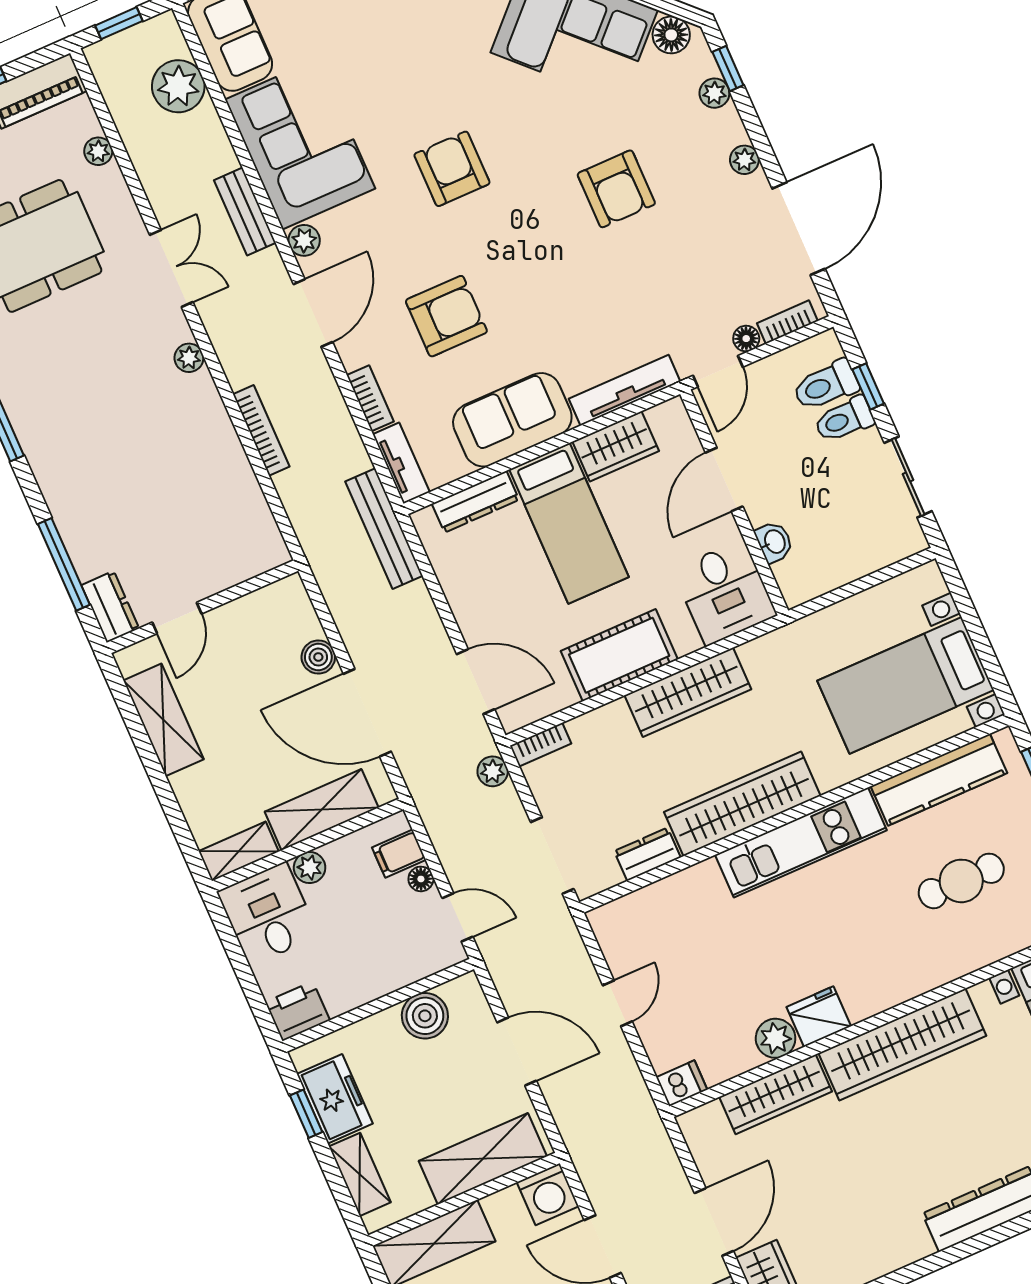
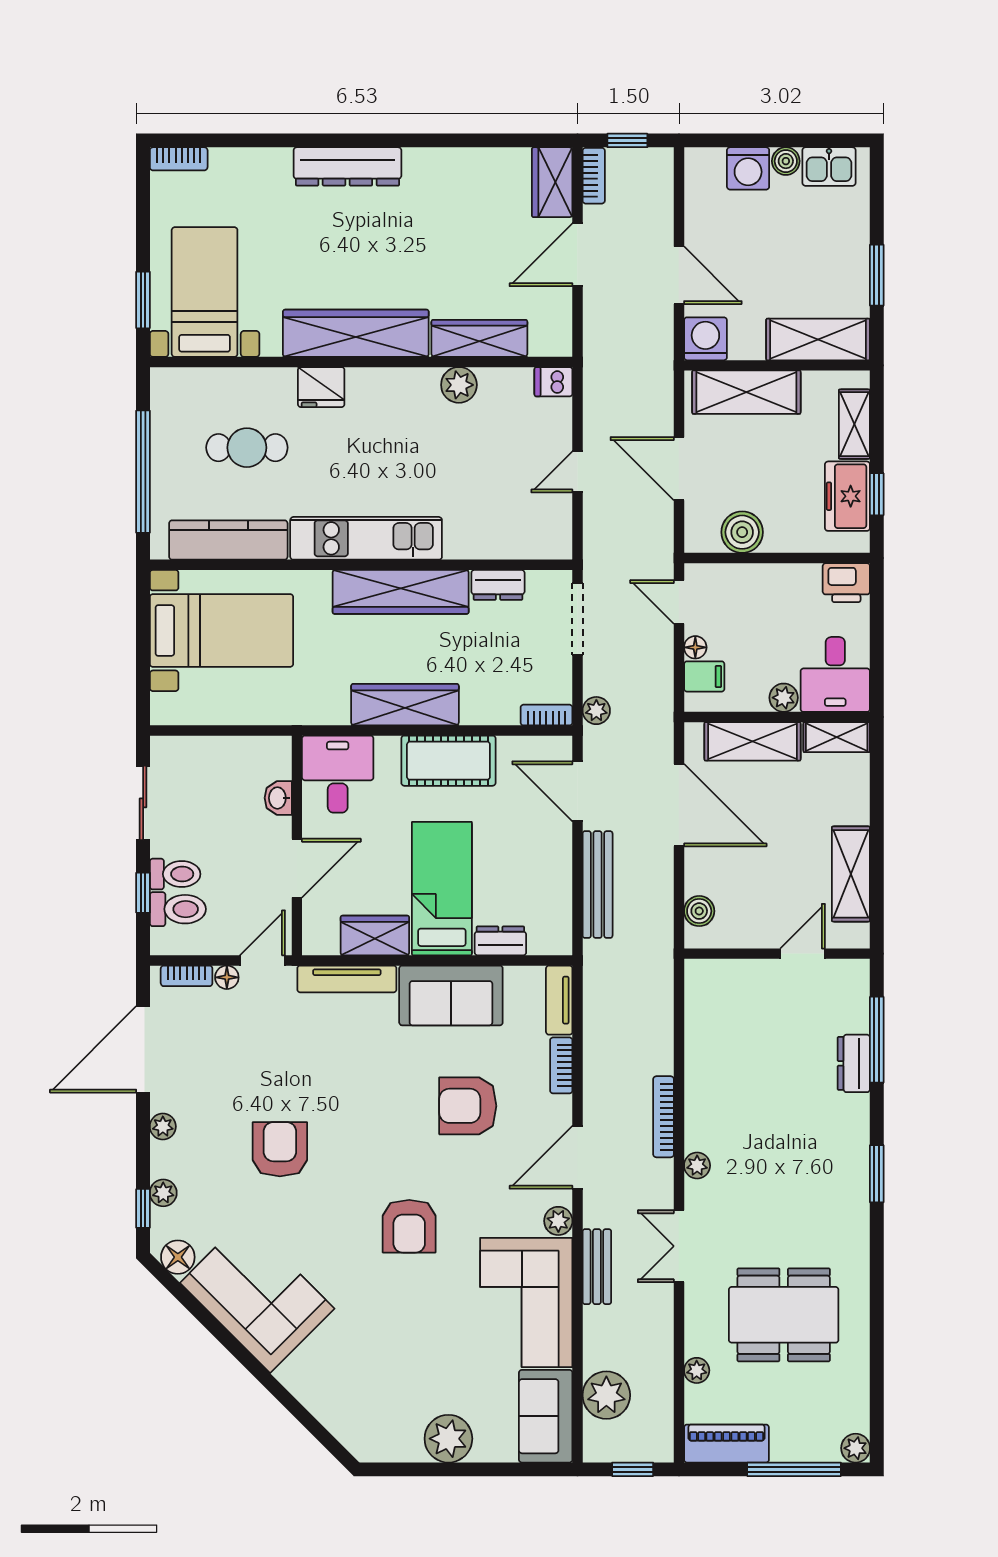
bookcase: (261, 430) -> (663, 1117), moved
dresser: (475, 502) -> (500, 941), width x0.70
bench: (384, 529) -> (598, 885), moved
dresser: (110, 607) -> (854, 1063), moved
boiler: (318, 657) -> (699, 911), moved
fridge: (819, 1017) -> (321, 387), moved

